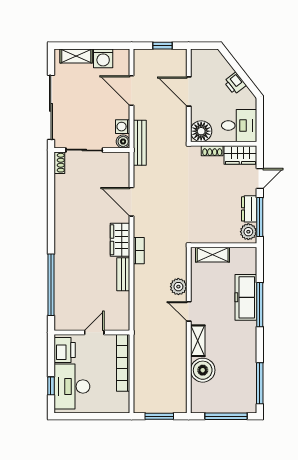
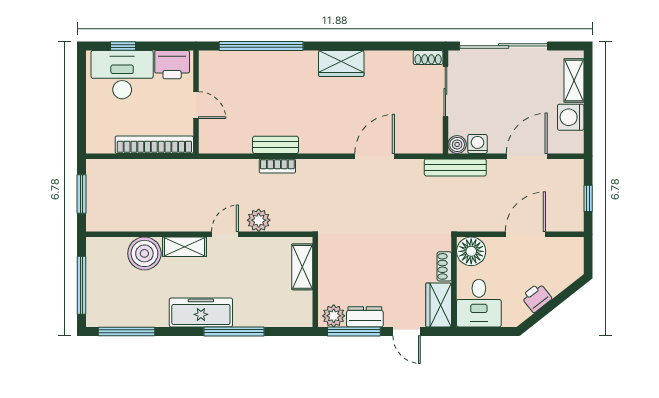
wardrobe: (120, 240) -> (341, 63), moved, turned 180
bookcase: (139, 251) -> (277, 166), moved
freezer: (246, 297) -> (201, 312), moved

